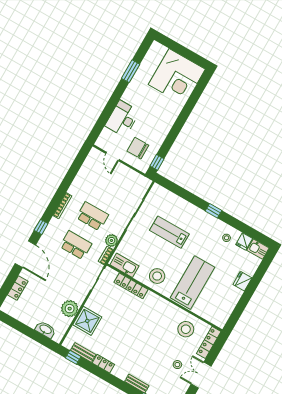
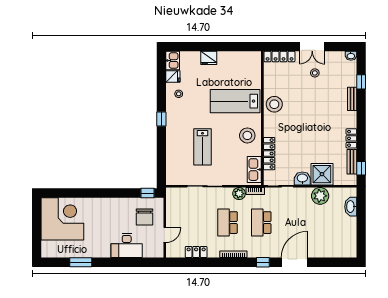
locker: (18, 288) -> (196, 252), moved
washbasin: (93, 302) -> (302, 178), added
stool: (186, 329) -> (274, 104), moved

